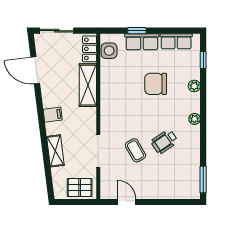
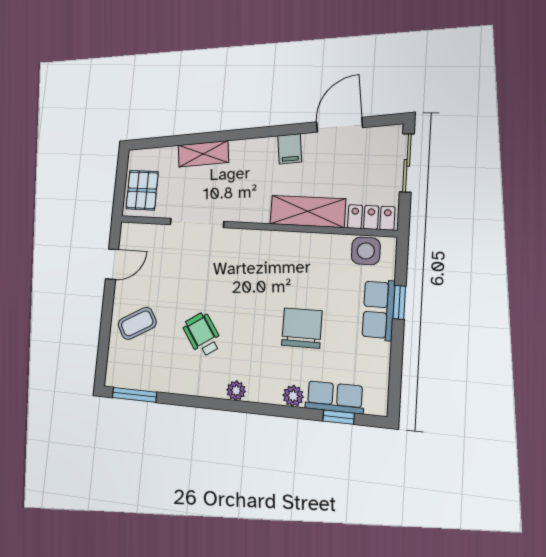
row of seats: (176, 41) -> (335, 397), moved, turned 90
filing cabinet: (53, 115) -> (290, 149), moved
coffee table: (135, 150) -> (137, 323), moved

